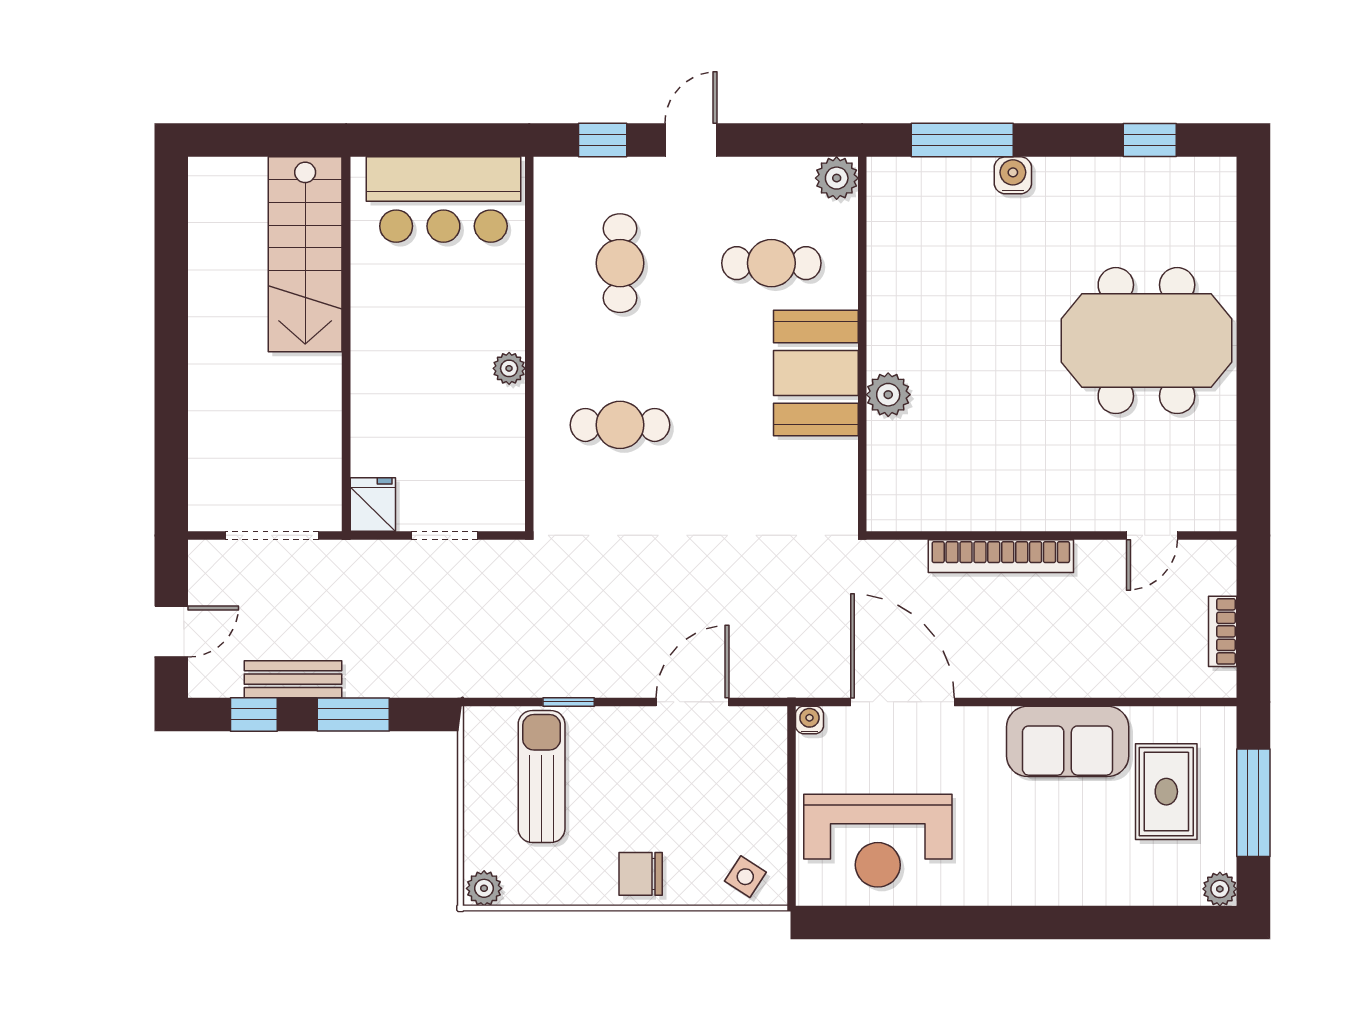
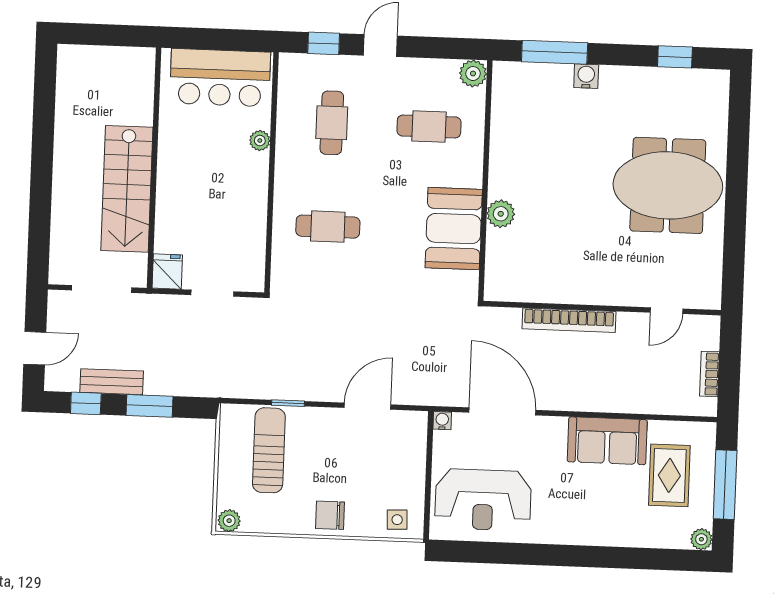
stairs: (305, 254) -> (127, 189), moved
plant: (509, 368) -> (260, 141), moved
booth: (816, 373) -> (454, 229), moved
side table: (745, 877) -> (397, 520), turned -35

